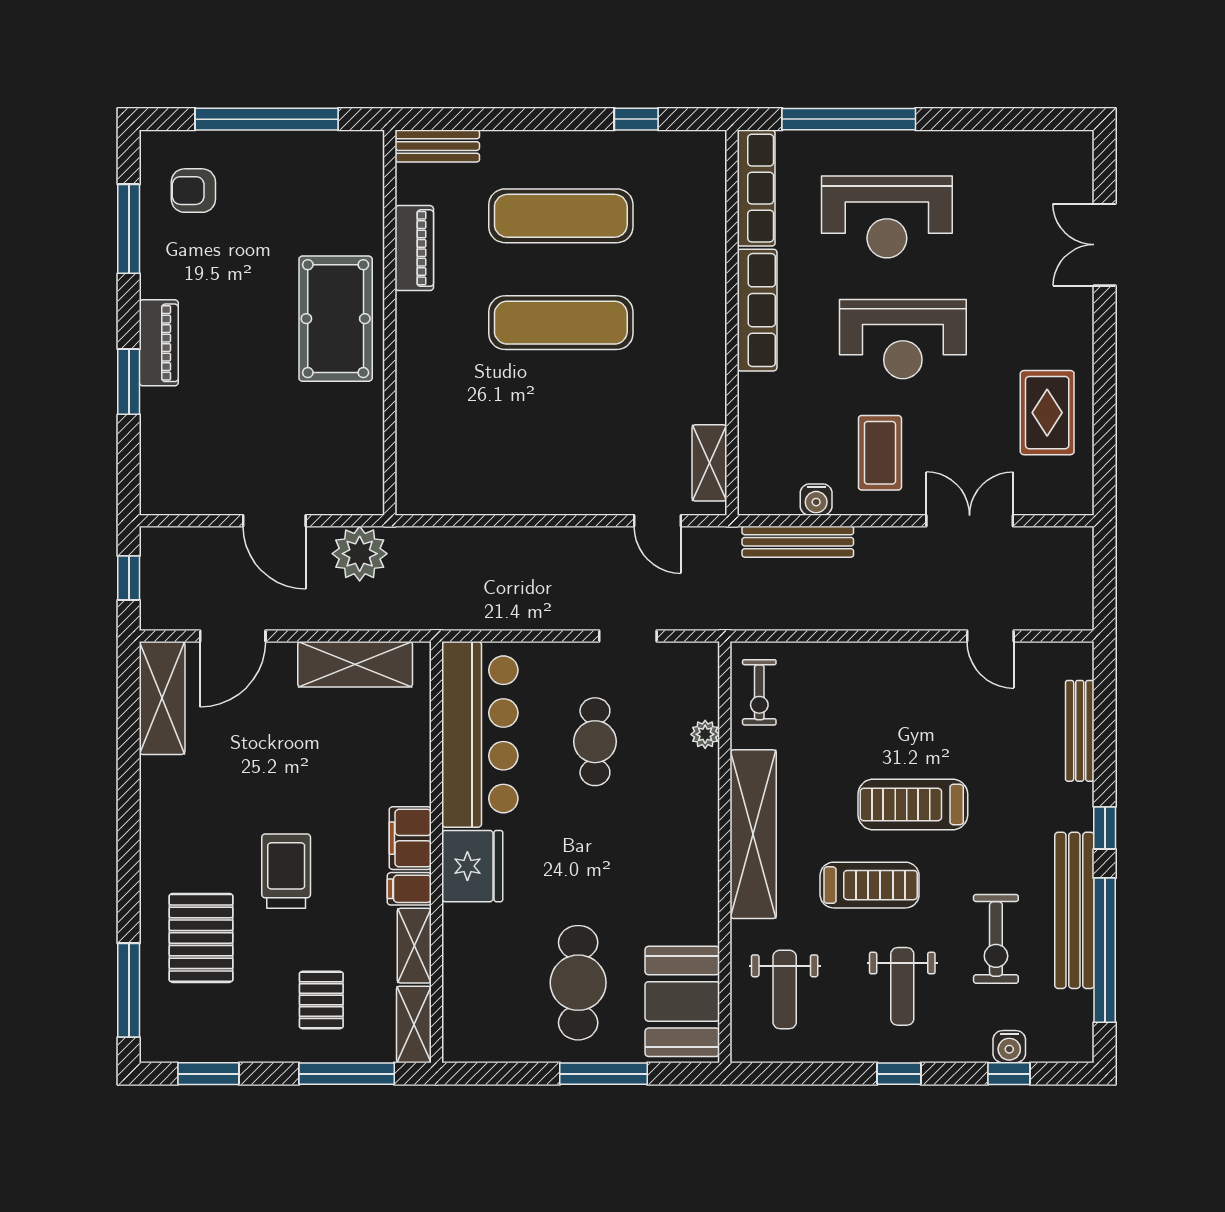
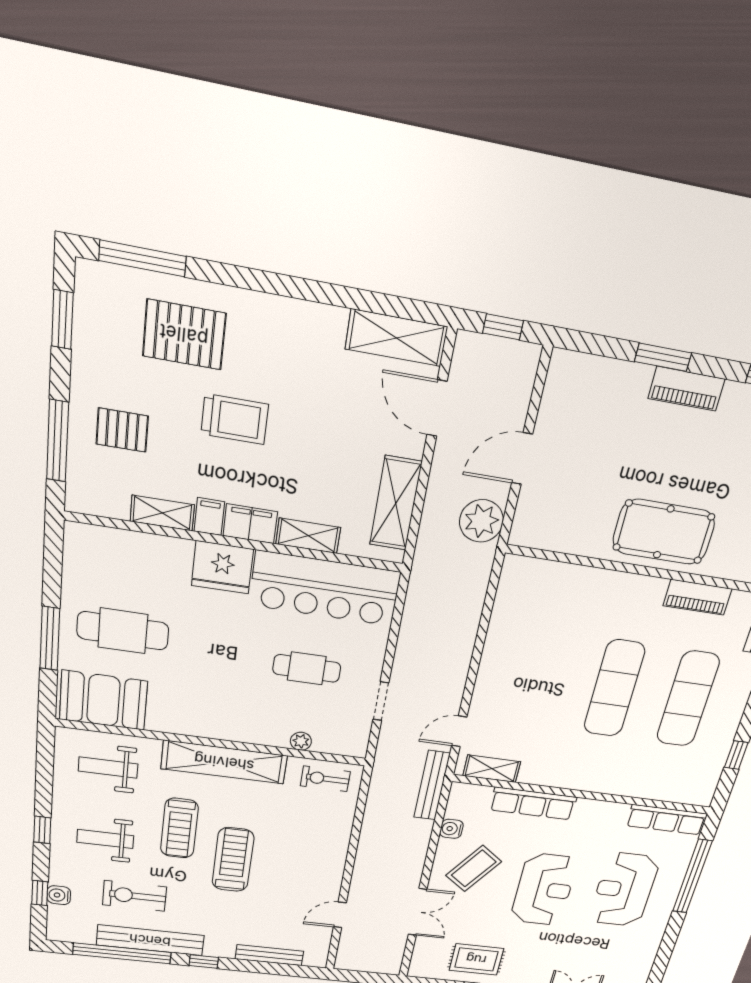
row of seats: (757, 310) -> (533, 803), moved
reception desk: (903, 339) -> (544, 889), turned 180
coffee table: (880, 453) -> (474, 868), turned -54
bench: (798, 542) -> (432, 785), moved
shelving: (414, 1024) -> (308, 536), moved

